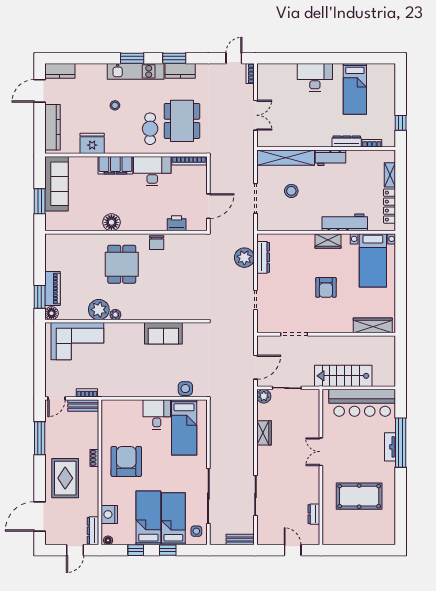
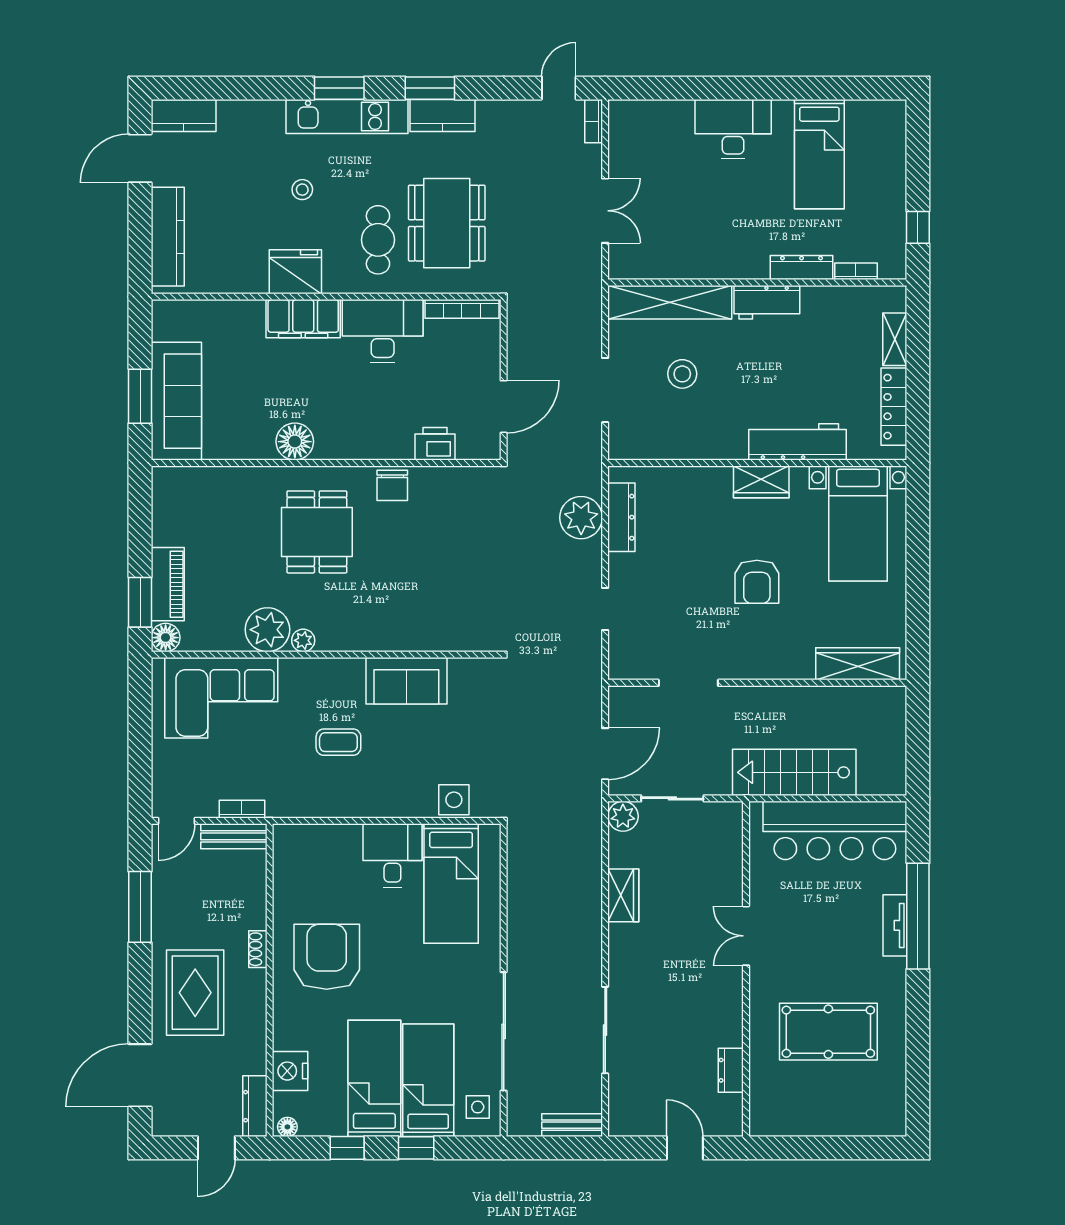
fridge: (92, 143) -> (295, 272), moved
sofa: (57, 184) -> (176, 401), moved
coffee table: (132, 362) -> (338, 742), added

